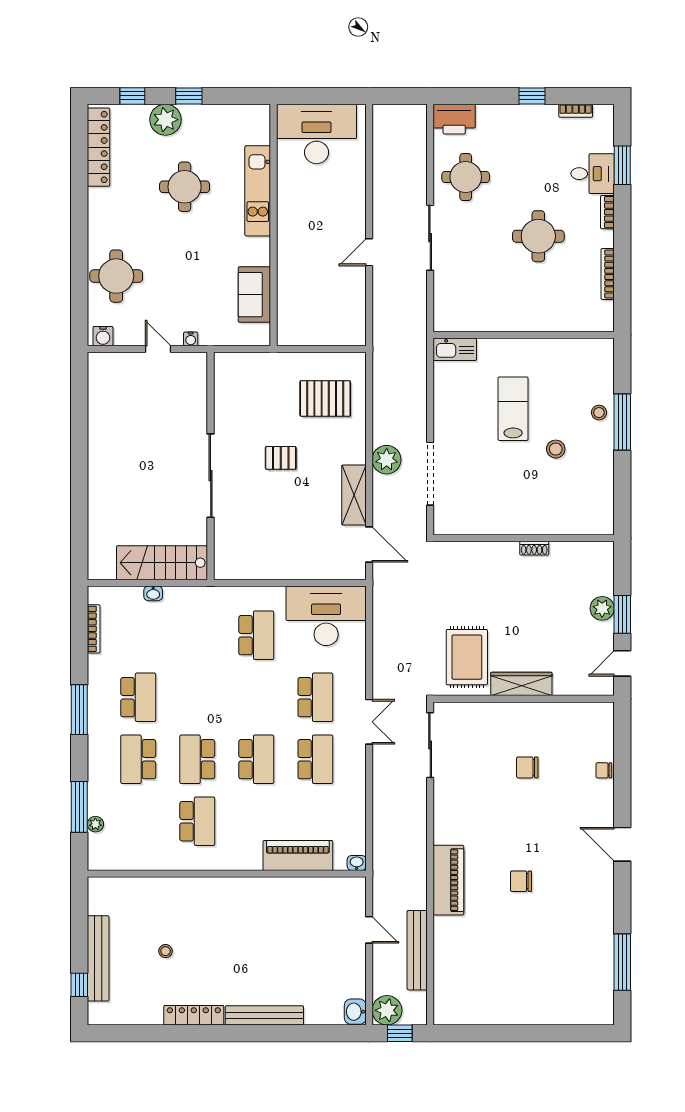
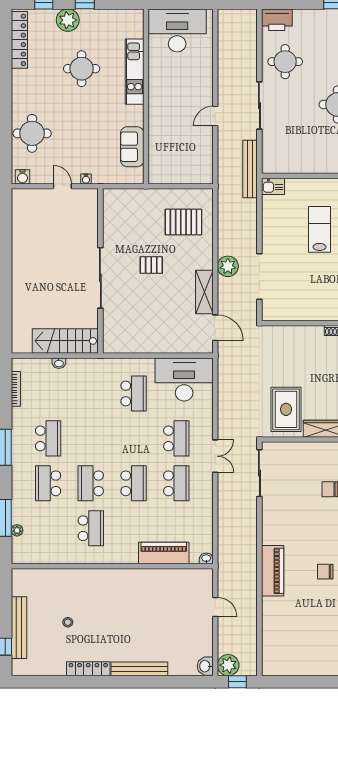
kitchen sink: (455, 349) -> (273, 186), width x0.73
bench: (417, 950) -> (250, 169), moved

